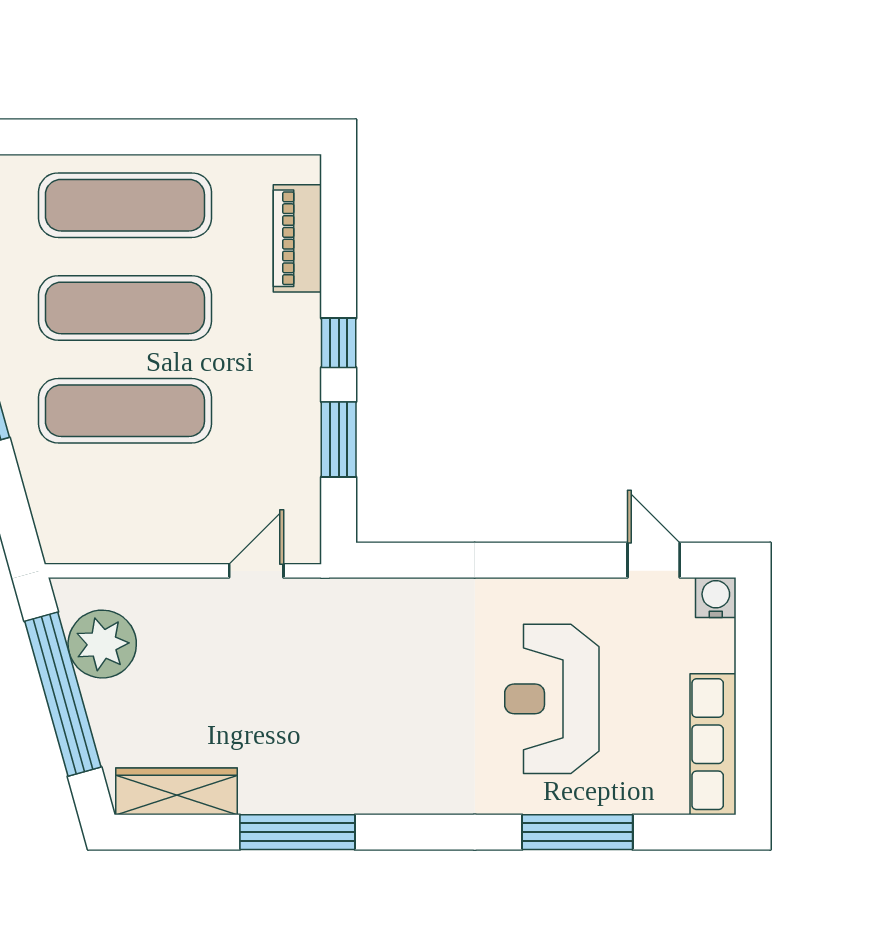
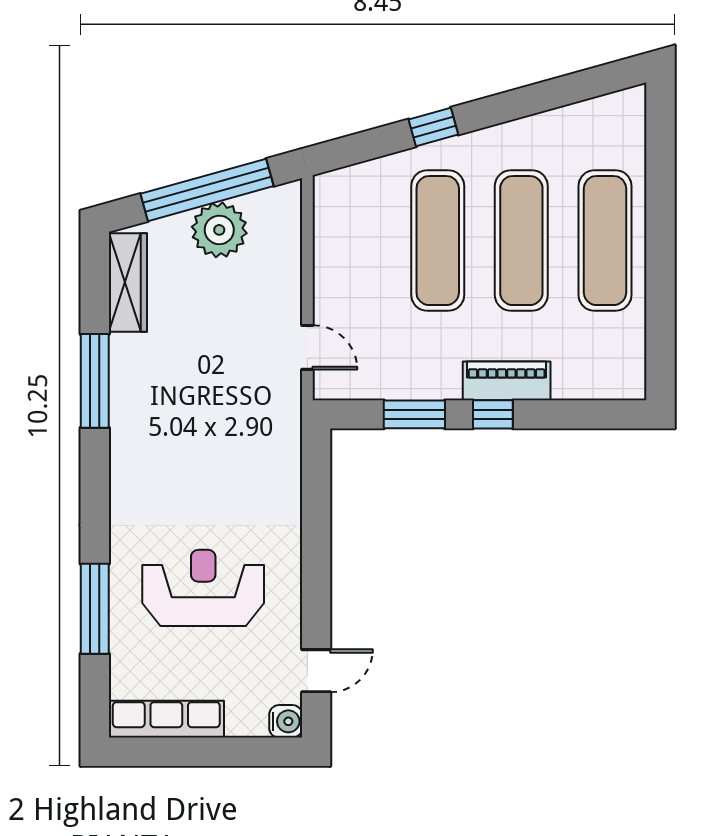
piano: (297, 238) -> (507, 381), moved
plant: (102, 644) -> (219, 230), moved

